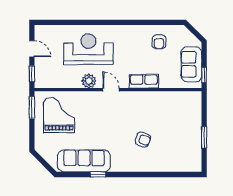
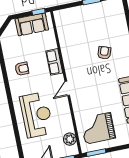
armchair: (159, 42) -> (22, 69), moved
reception desk: (88, 49) -> (37, 115), turned 180
plant: (89, 81) -> (70, 139), moved

